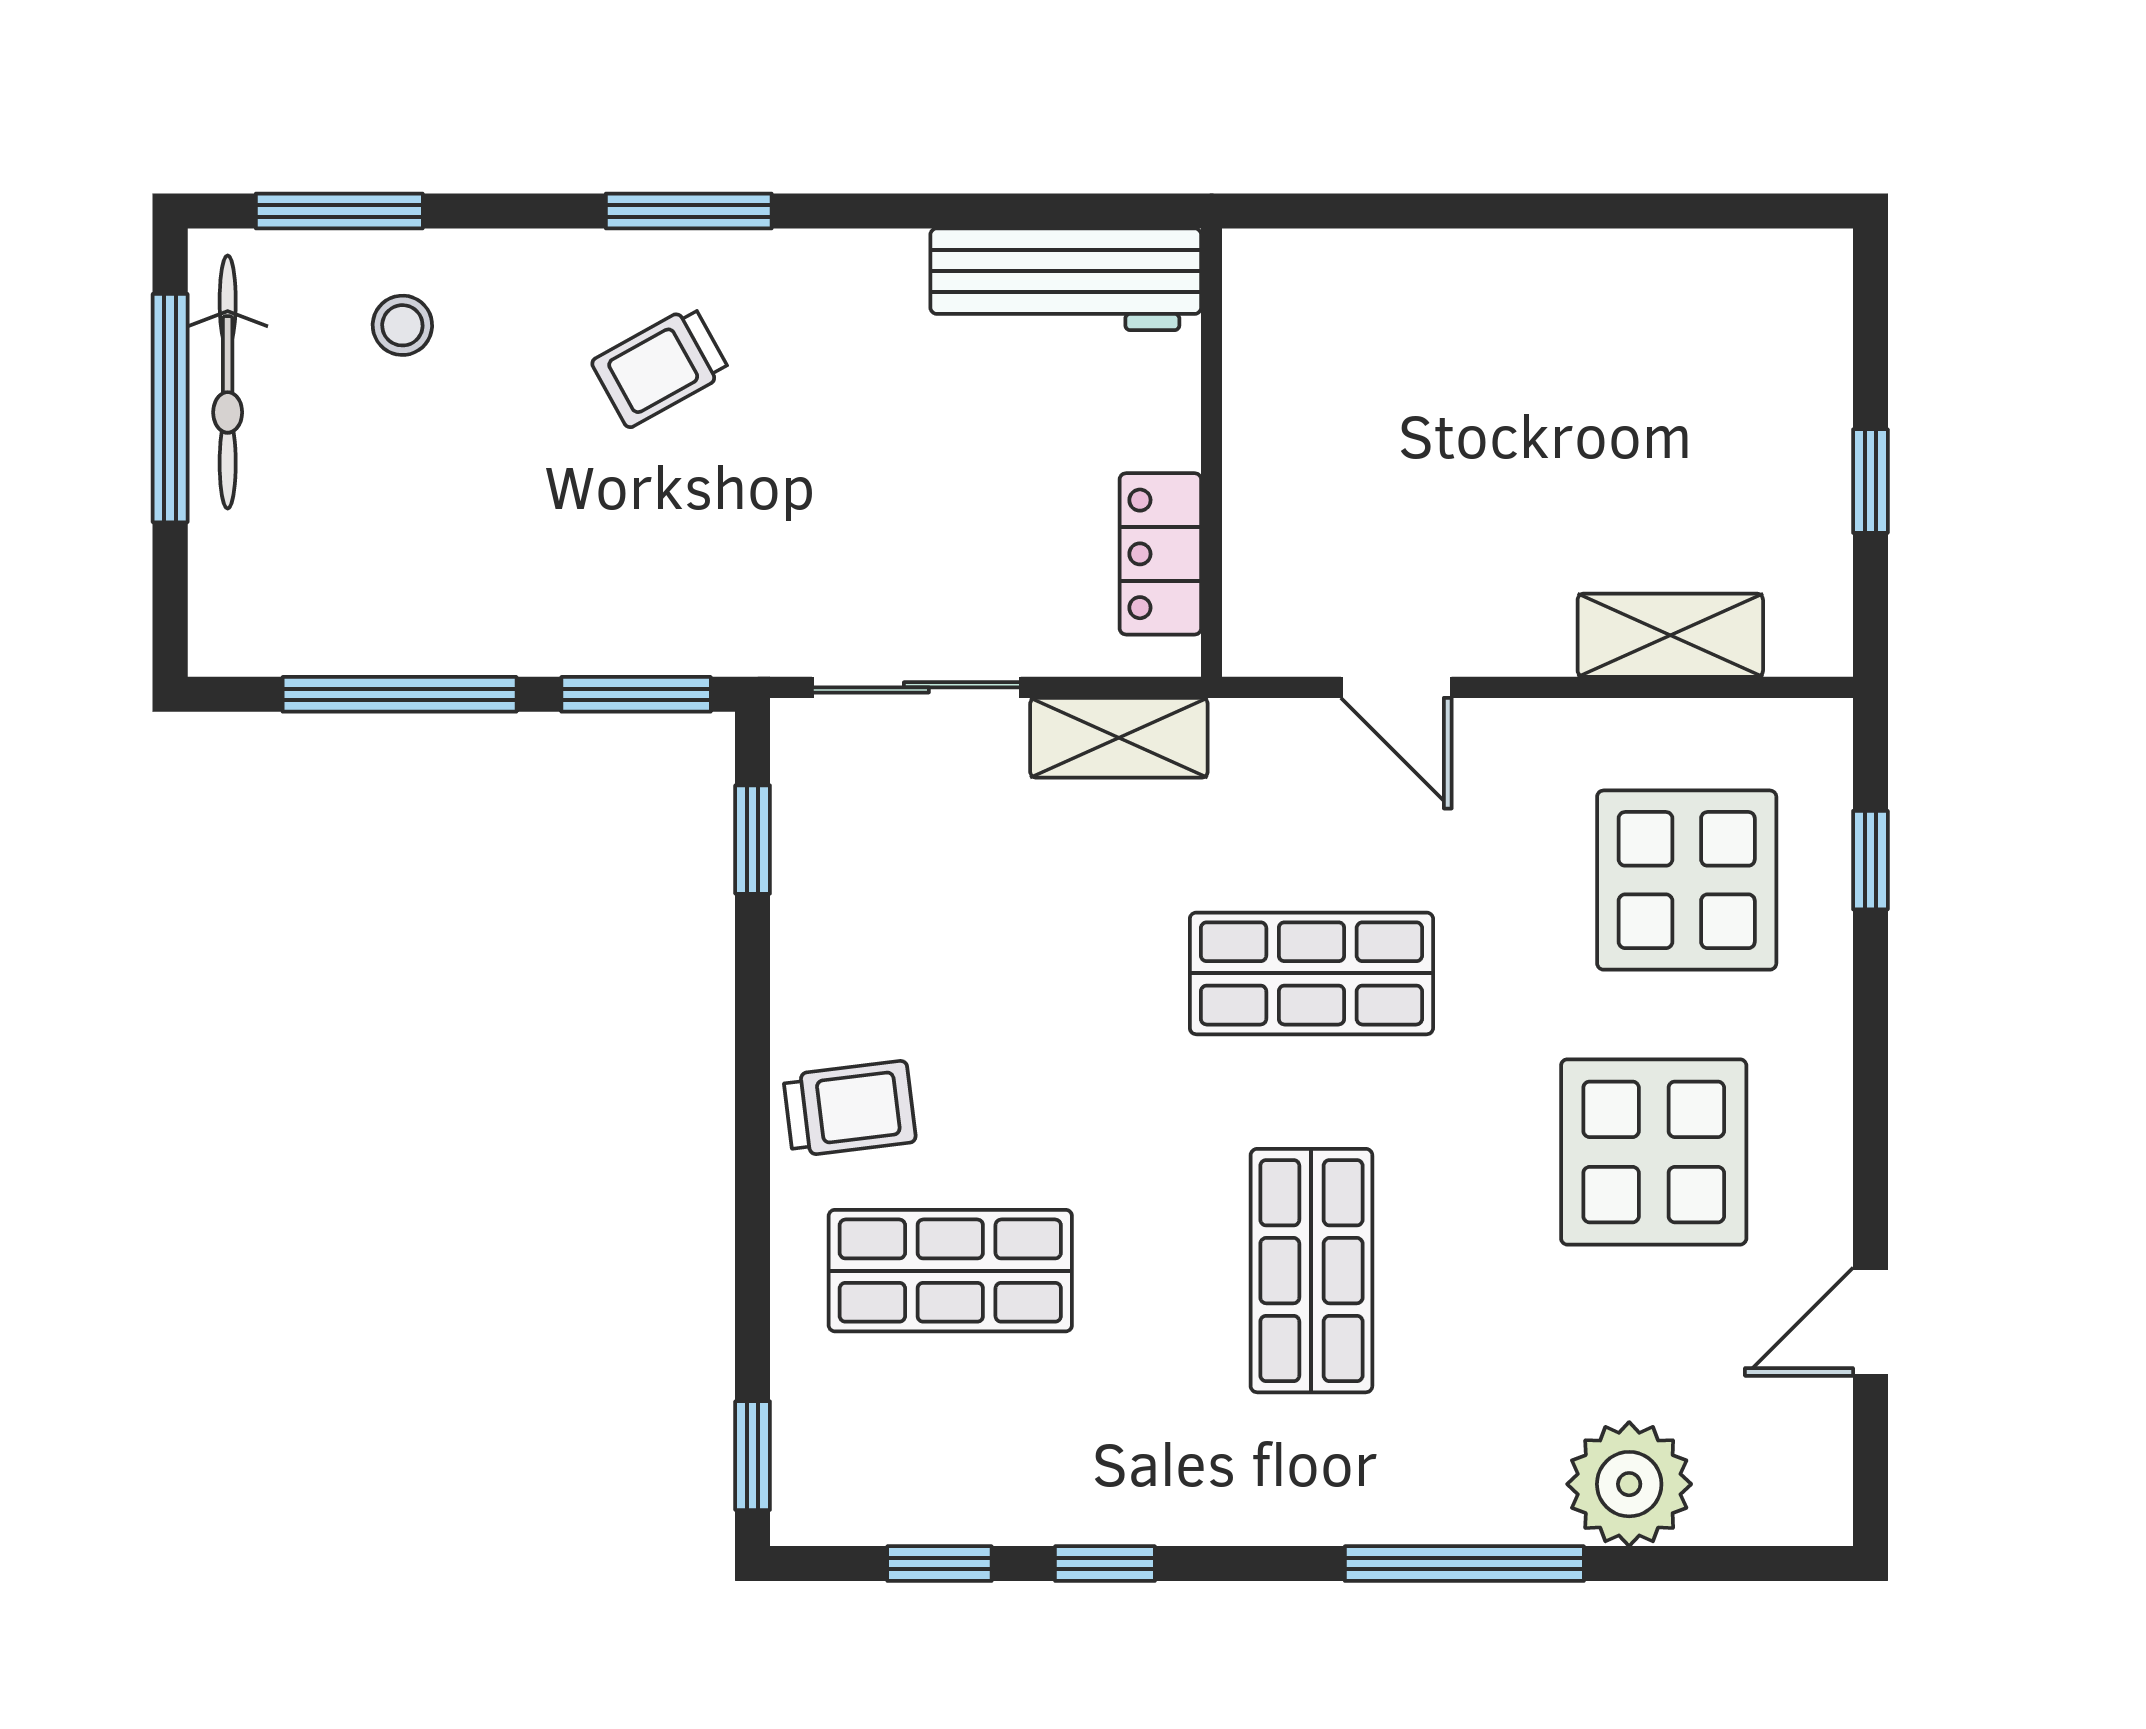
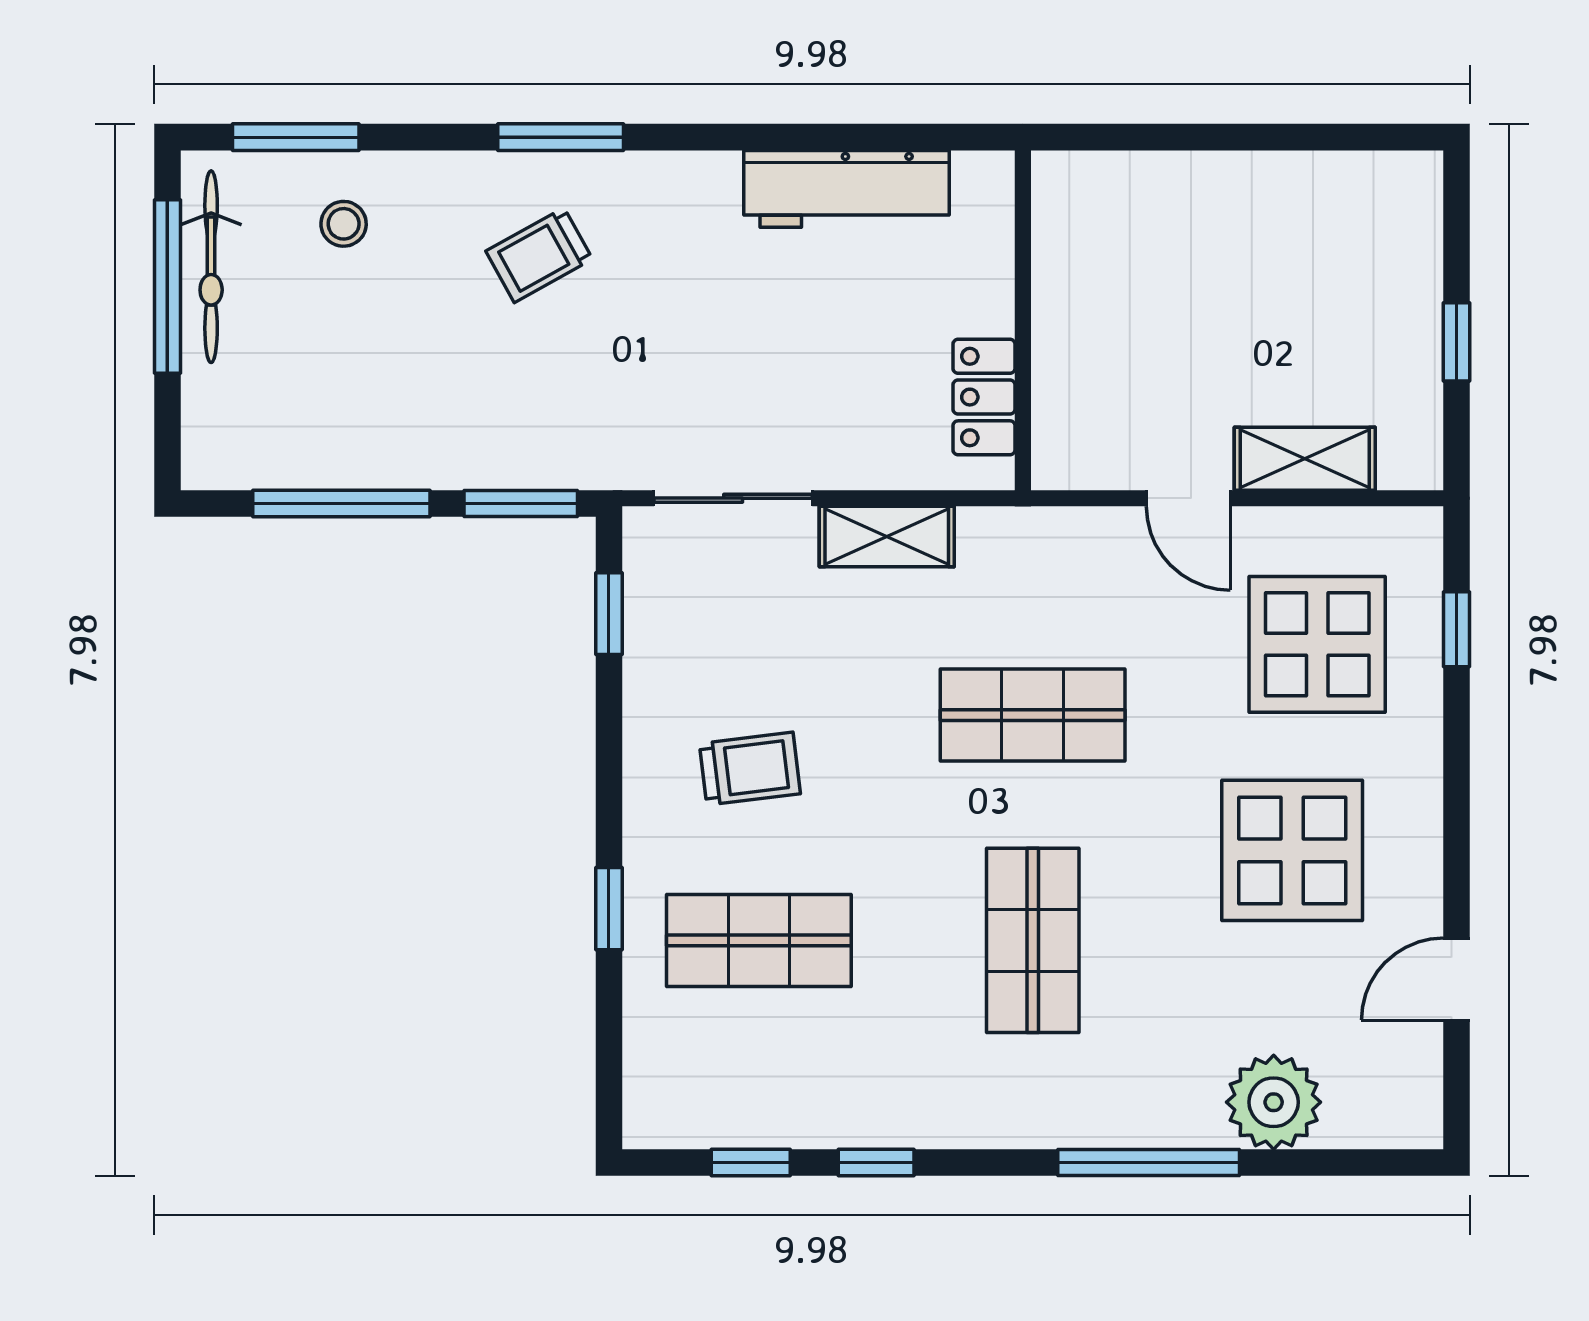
wall: (1212, 453) -> (1023, 320), moved
locker: (1160, 554) -> (984, 397), moved
door: (1396, 687) -> (1188, 498), moved
trolley: (850, 1109) -> (750, 769), moved
window: (753, 1456) -> (609, 909), moved

